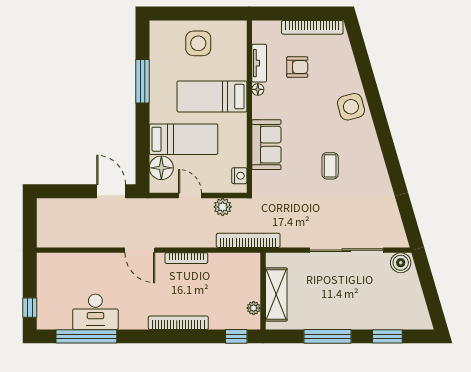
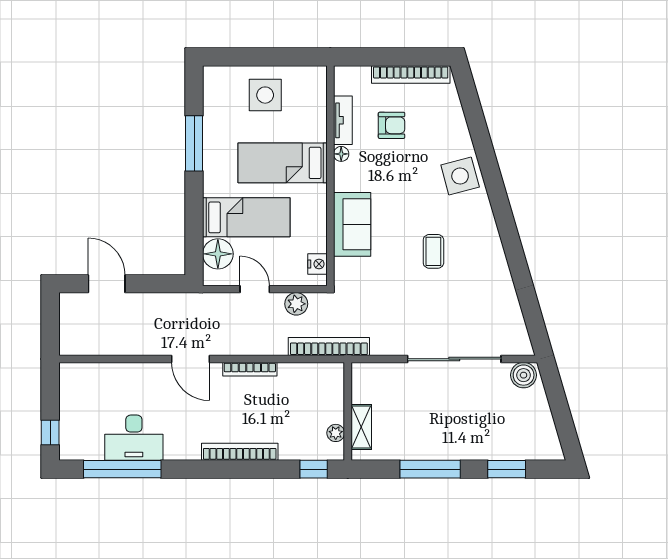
door: (111, 191) -> (107, 284), moved
shelving: (276, 294) -> (361, 427), width x0.67, depth x0.75

